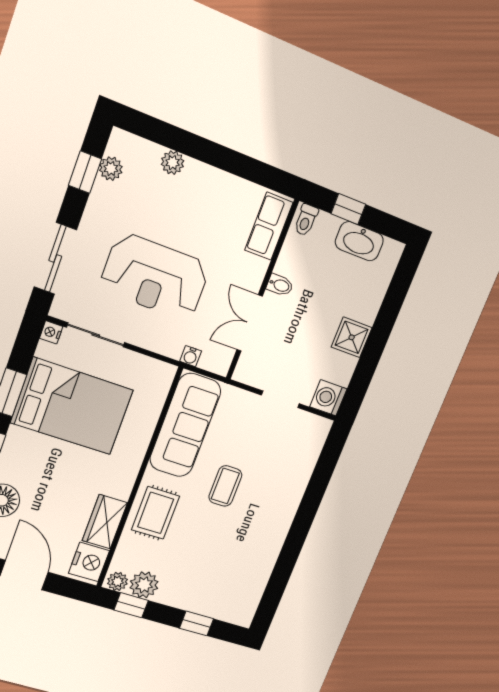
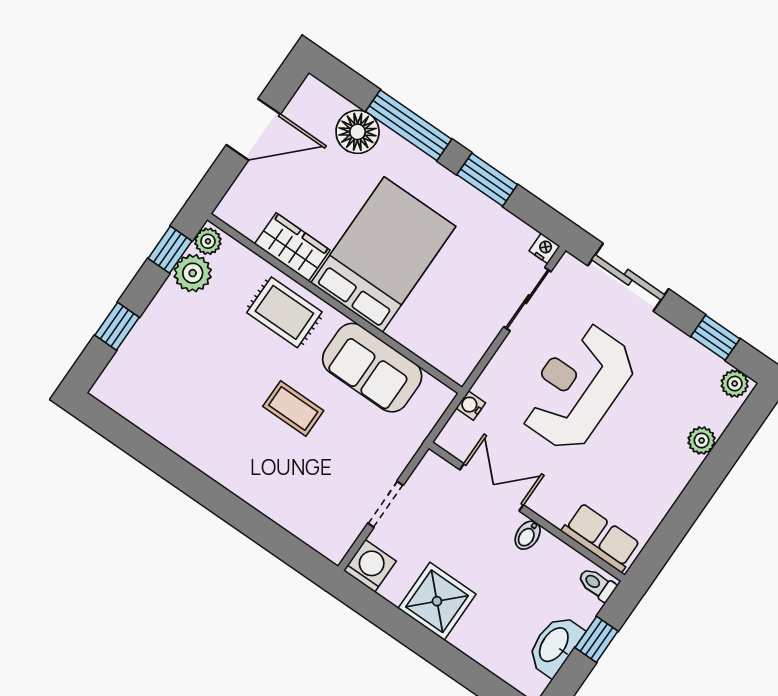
plant: (111, 169) -> (735, 384), moved
shower: (352, 337) -> (437, 601), width x1.36, depth x1.36
bed: (72, 406) -> (383, 255), moved, turned 180
sofa: (185, 425) -> (372, 368), width x0.73
nightstand: (89, 562) -> (245, 213), removed

